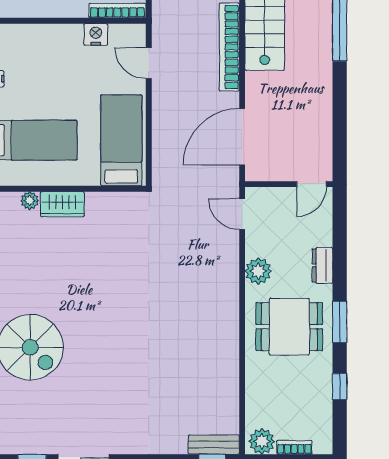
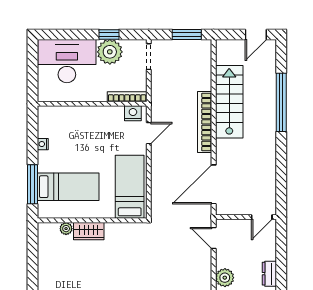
nightstand: (96, 34) -> (133, 113), moved
door: (149, 63) -> (149, 133), swing flipped

